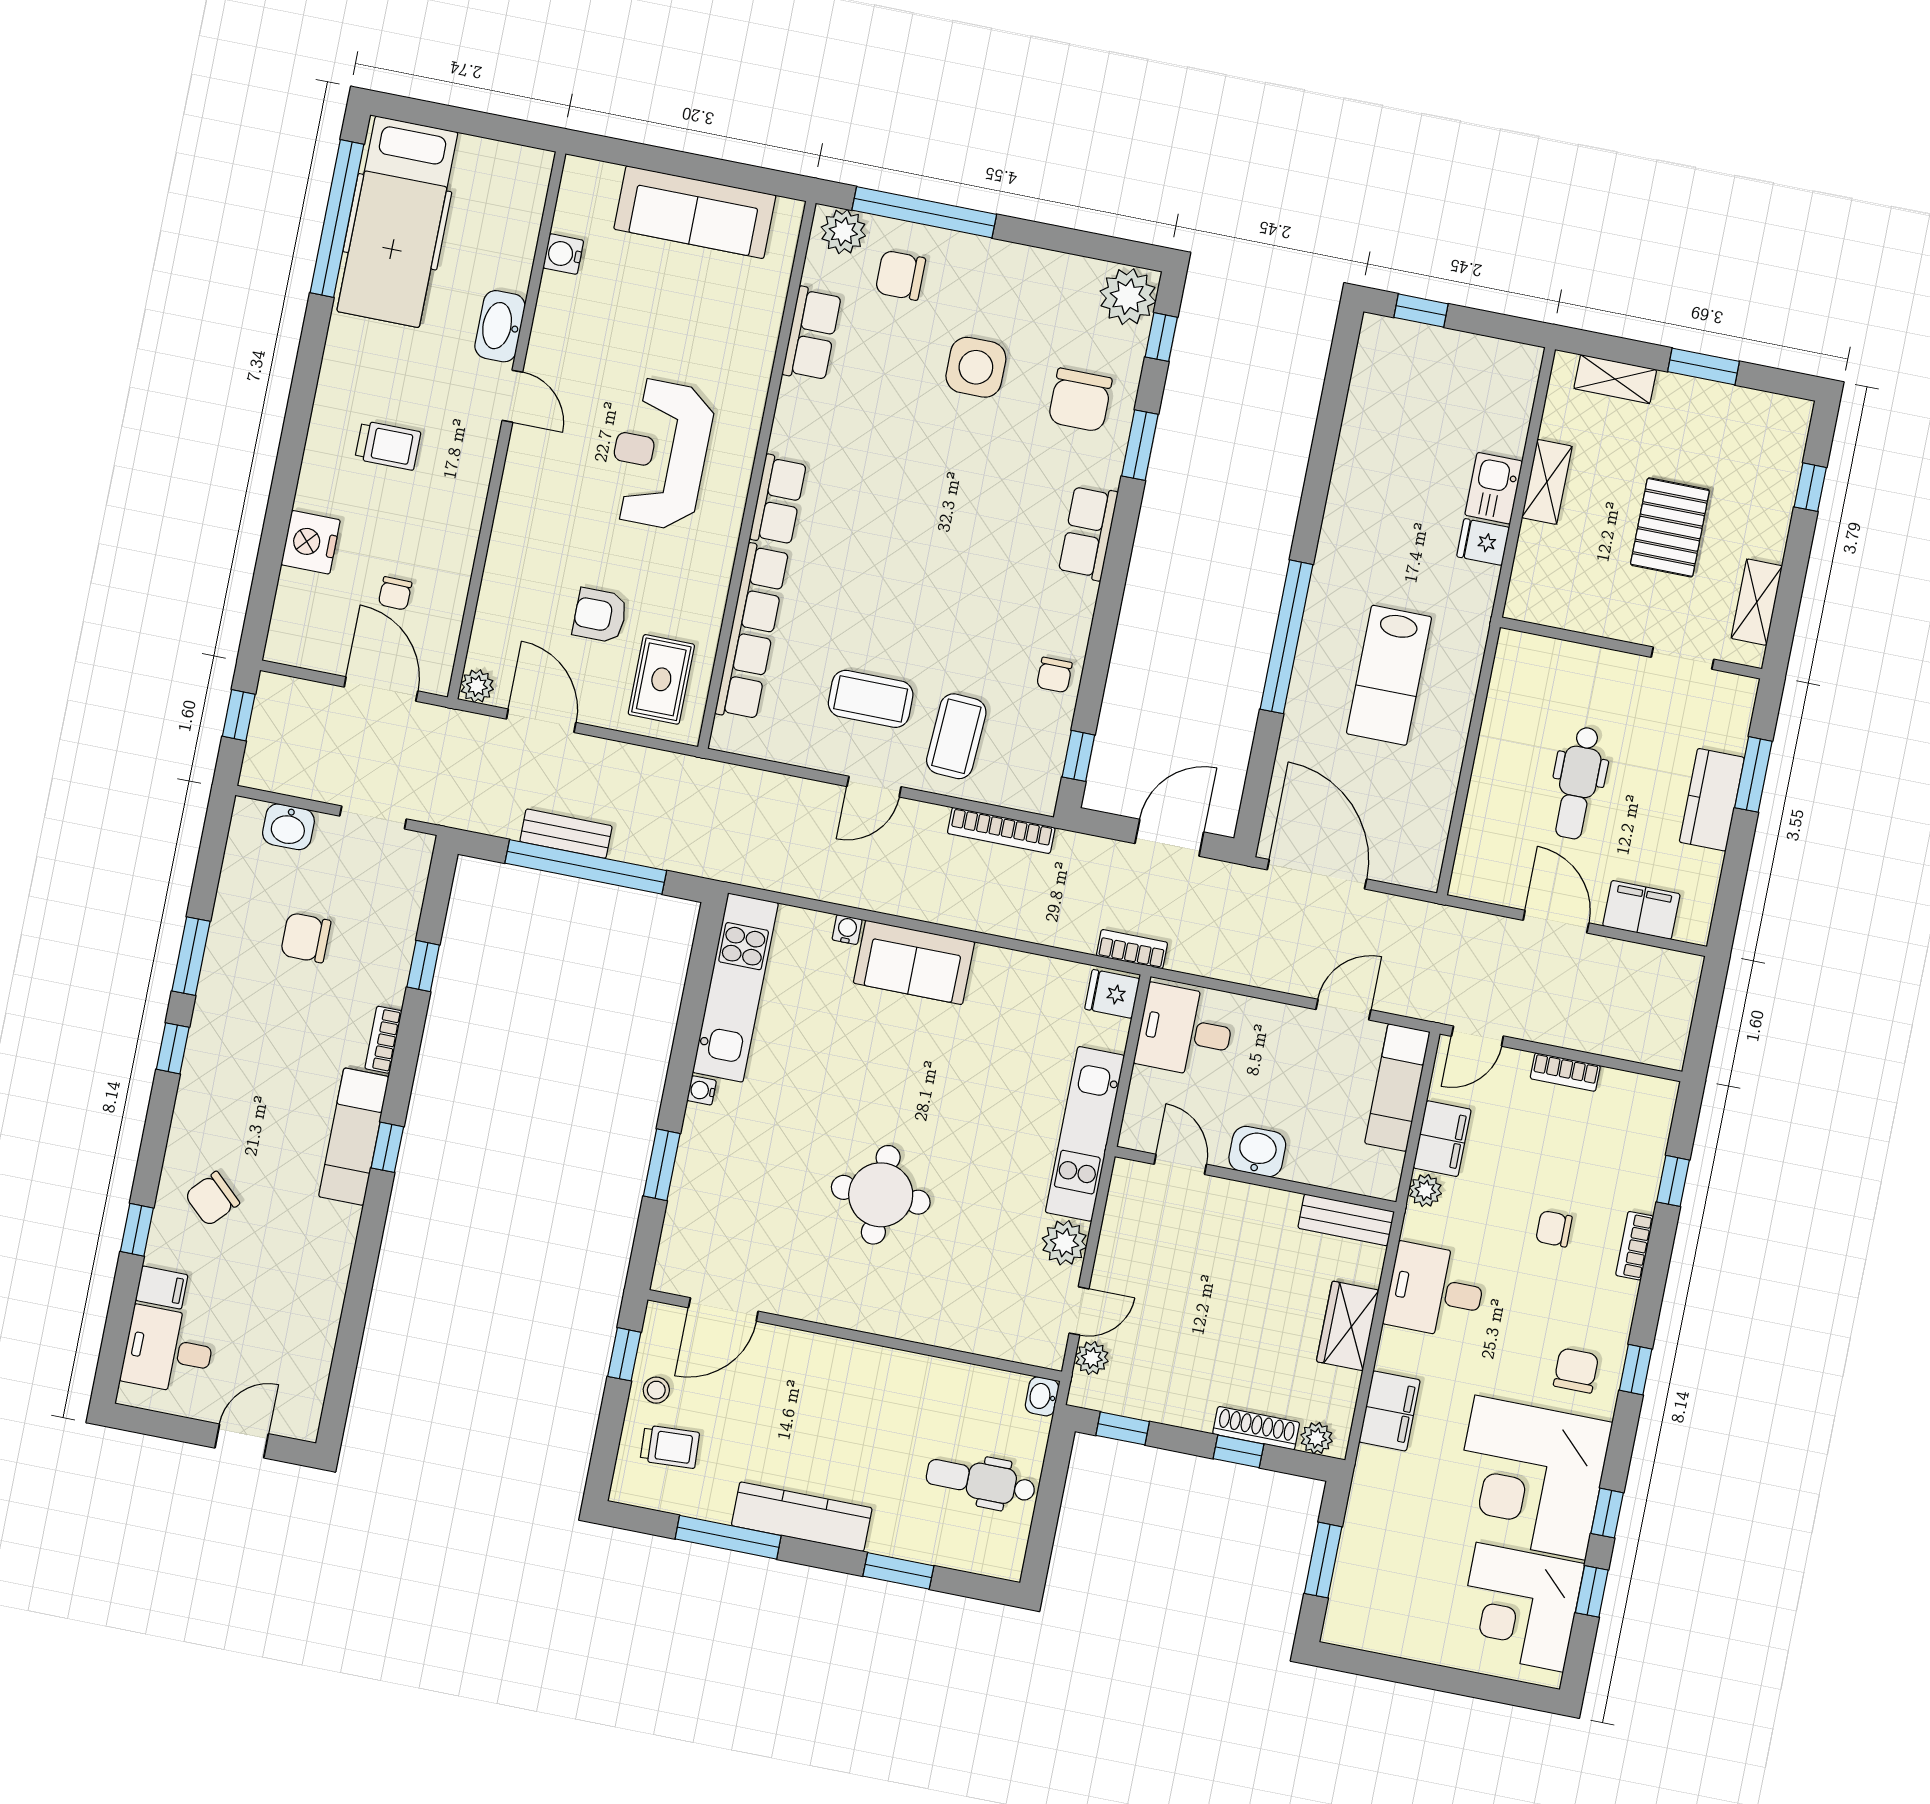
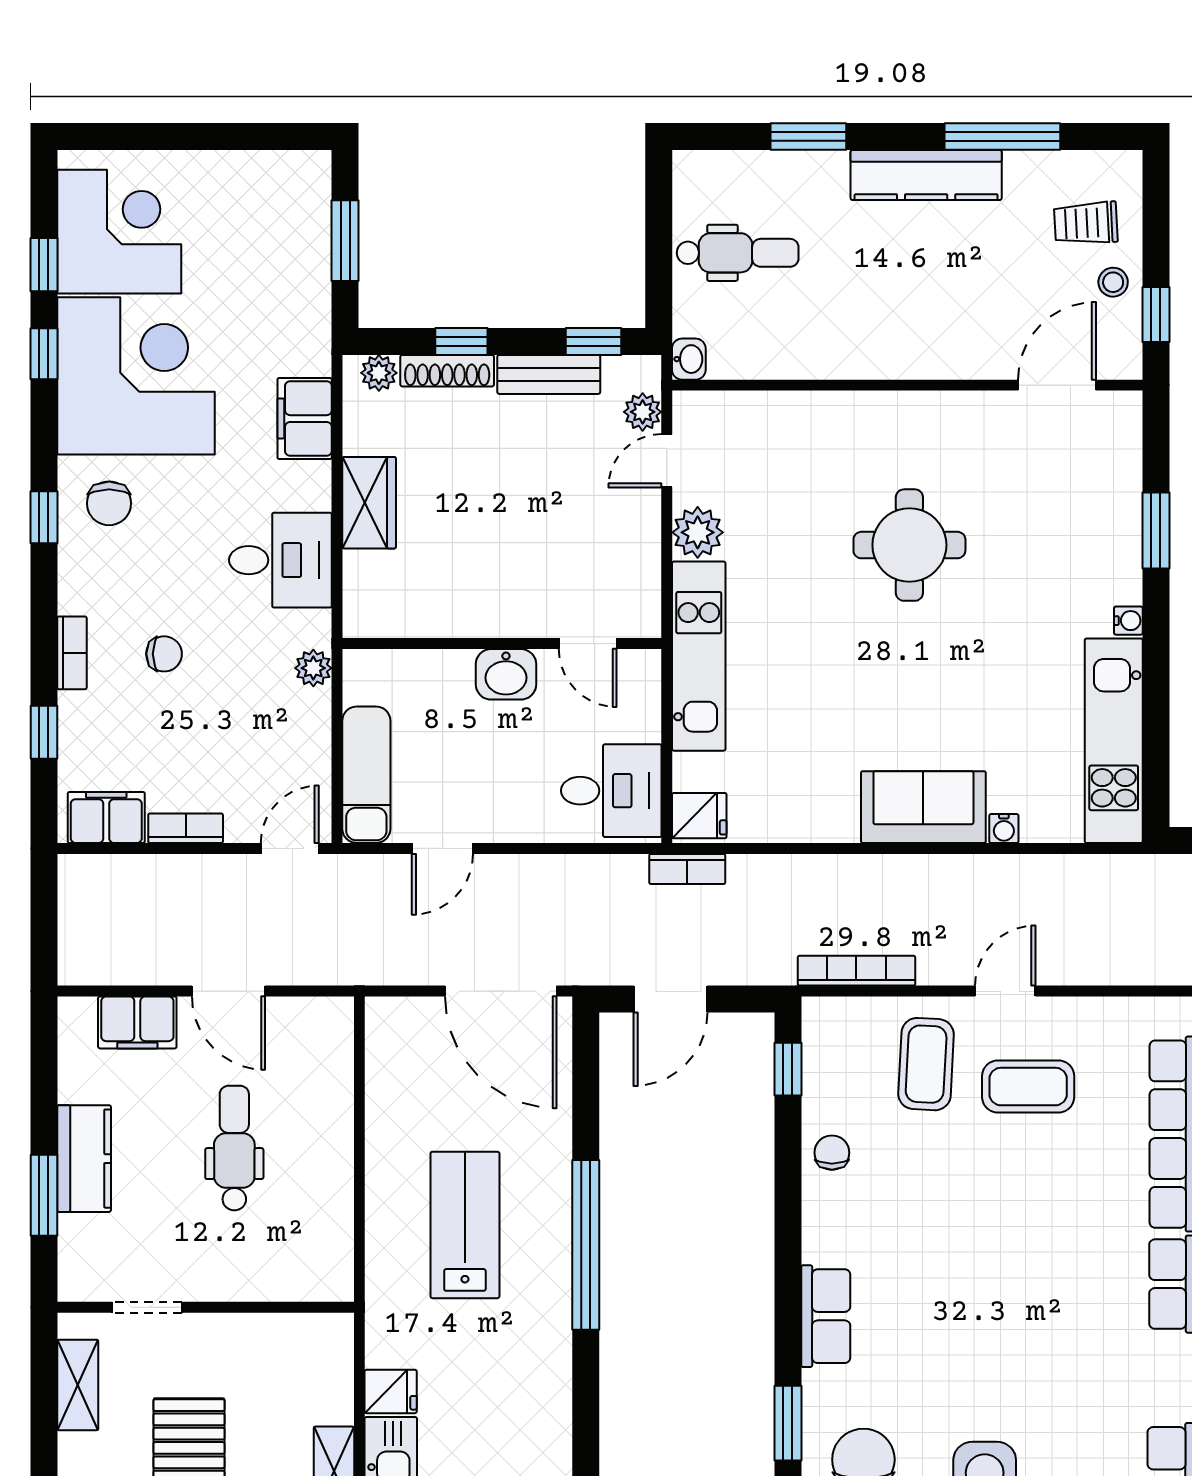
filing cabinet: (1442, 1139) -> (106, 817), moved, turned 90
bench: (1346, 1220) -> (549, 374), moved

